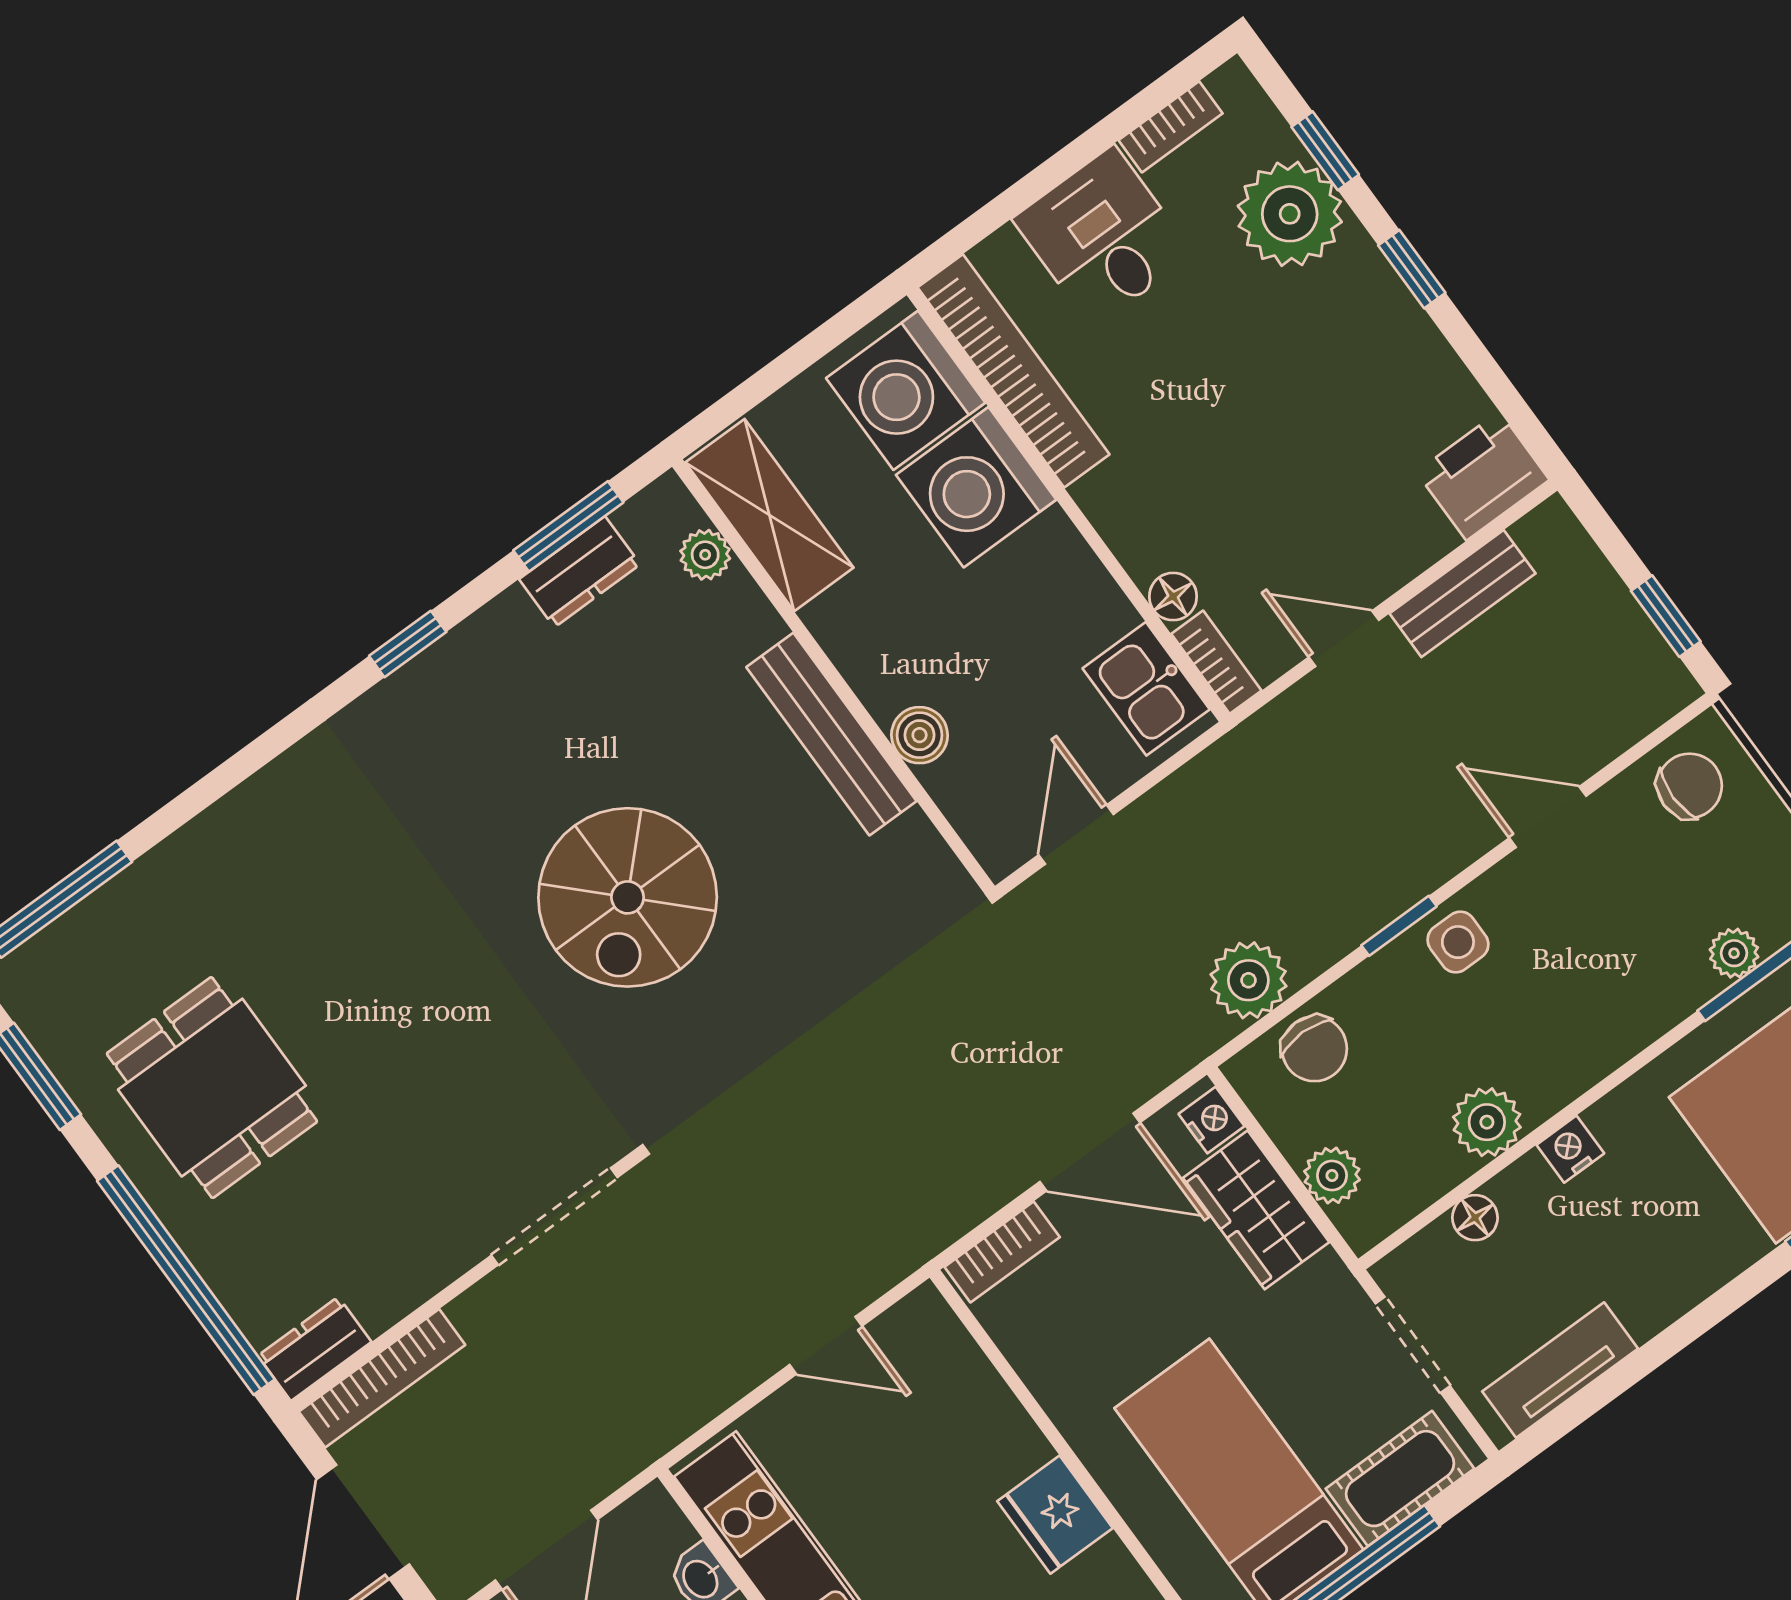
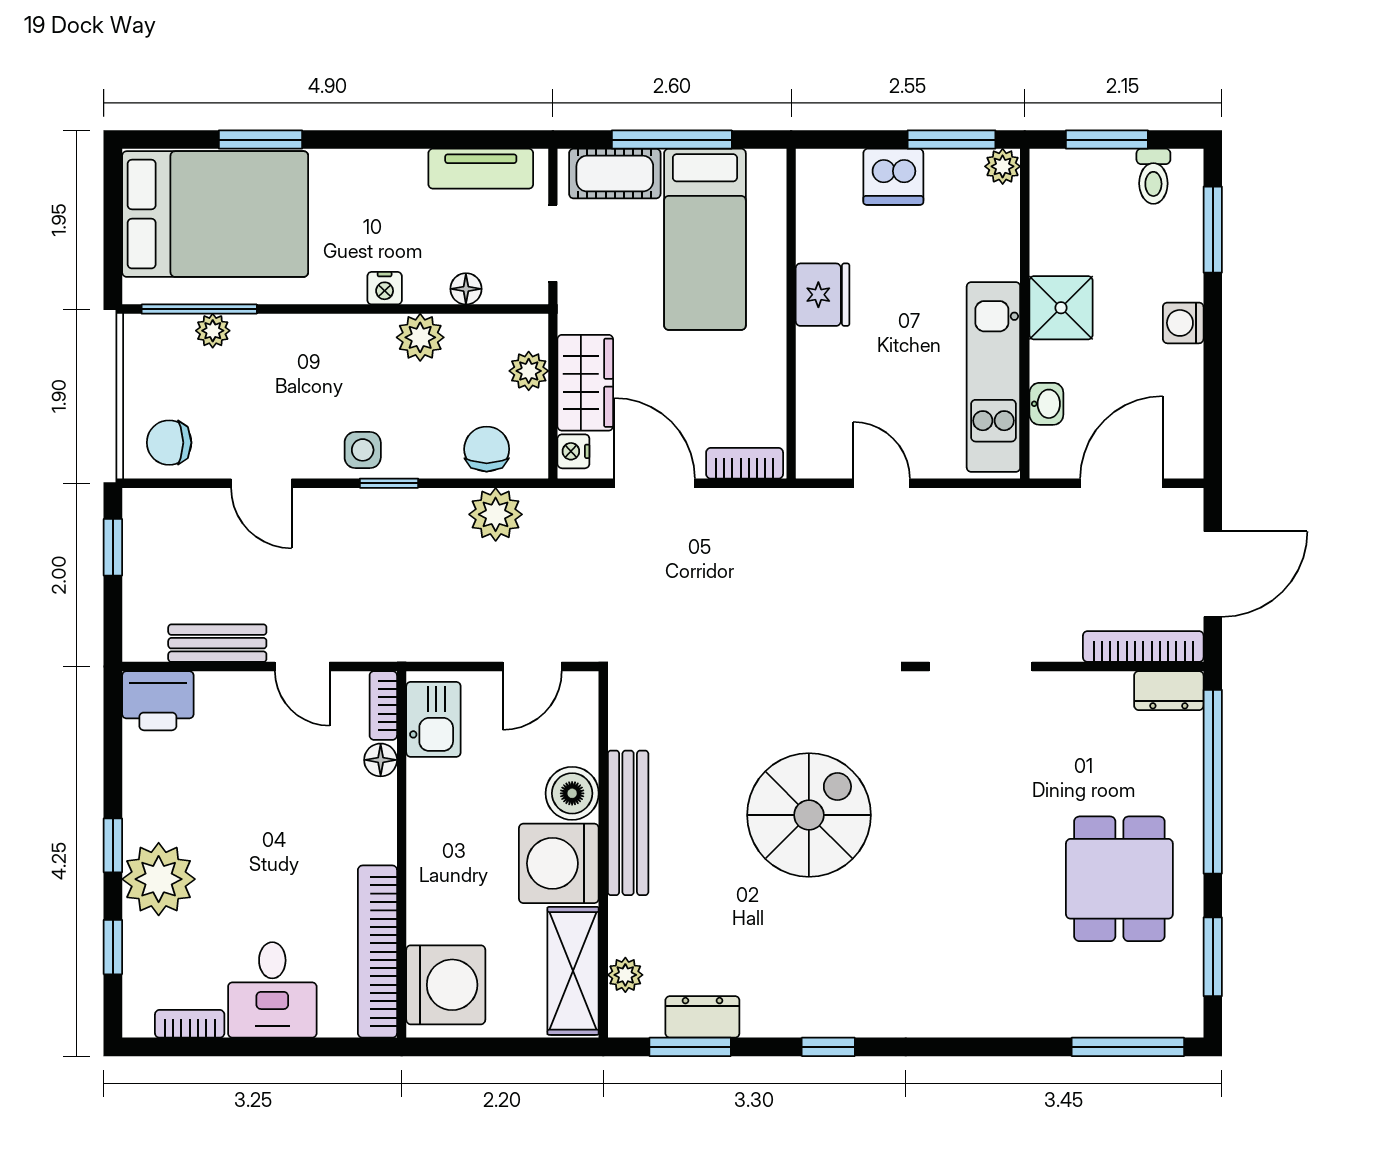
plant: (1290, 214) -> (159, 879), moved
washing machine: (976, 487) -> (559, 863), moved, turned 180
boiler: (920, 735) -> (572, 793), width x1.36, depth x1.36

